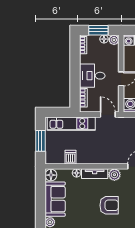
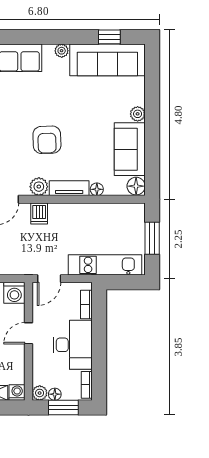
desk: (92, 76) -> (73, 345), width x1.37
door: (108, 115) -> (49, 279), hinge flipped
dishwasher: (71, 157) -> (39, 213), moved
armchair: (109, 205) -> (47, 140), turned -92

